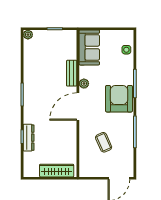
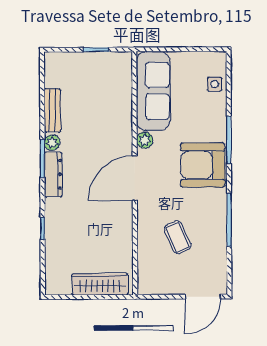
plant: (28, 35) -> (52, 143), moved
sofa: (89, 47) -> (153, 91), width x1.36
bench: (72, 73) -> (52, 110), moved
armchair: (119, 99) -> (203, 165), turned -90
dresser: (29, 138) -> (53, 174), moved

